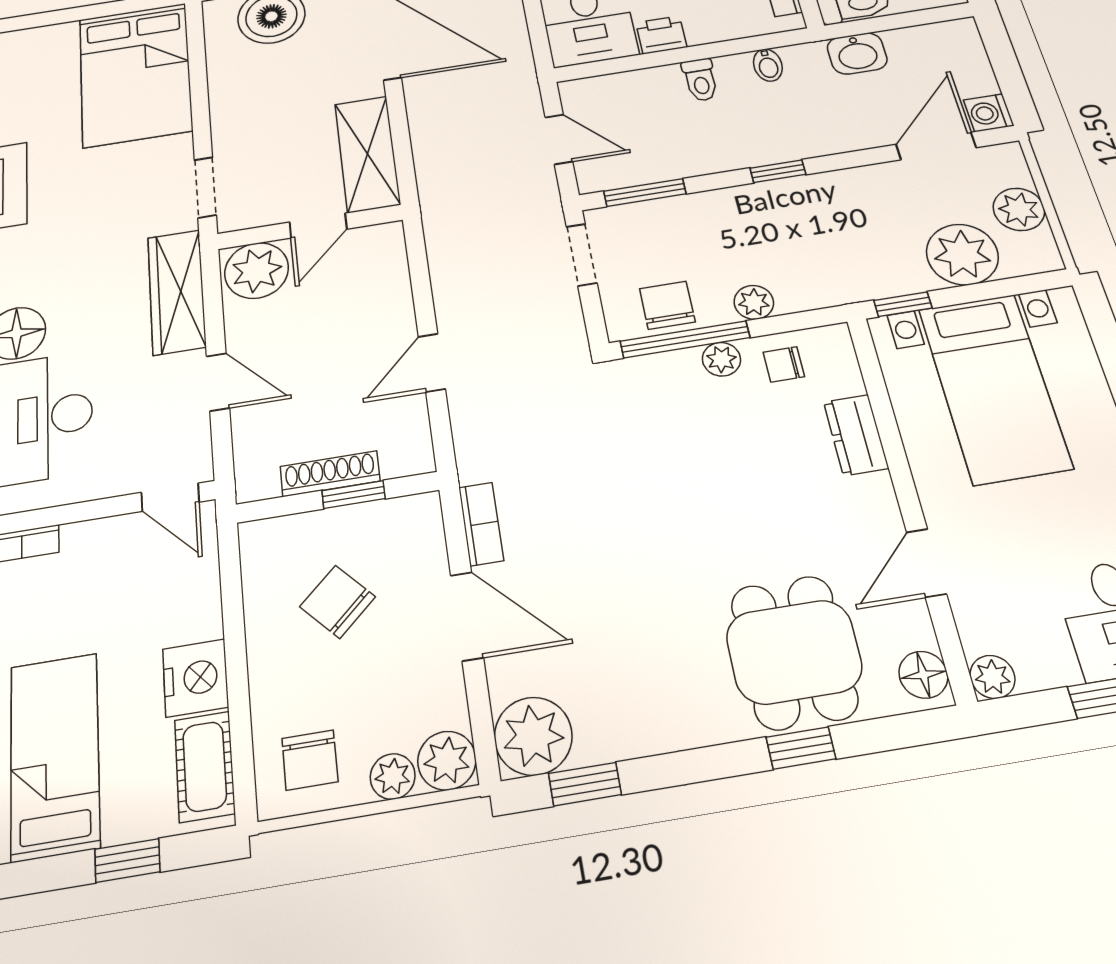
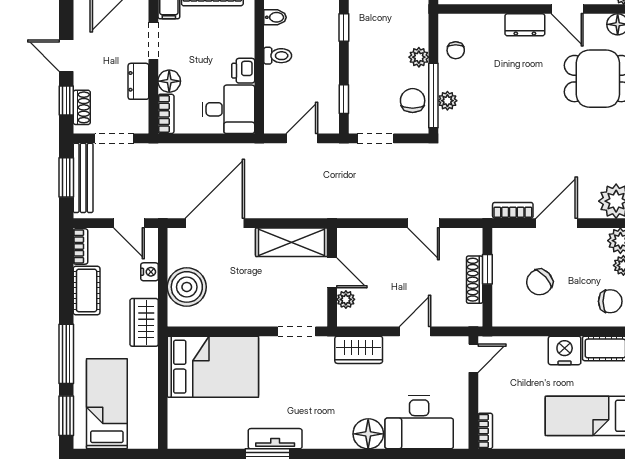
window: (645, 192) -> (344, 99), width x0.67
plant: (257, 270) -> (346, 299), width x0.53, depth x0.53
wardrobe: (177, 292) -> (359, 350), width x0.67
chair: (667, 305) -> (413, 101), turned 90
plant: (721, 359) -> (447, 101), moved
dresser: (856, 435) -> (525, 25), moved

